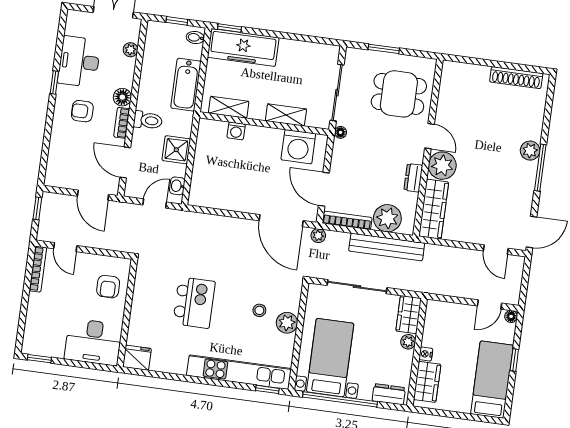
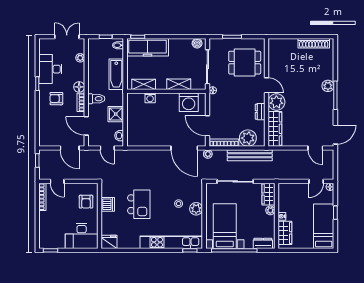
boiler: (325, 52) -> (197, 43), added
door: (155, 203) -> (107, 148), swing flipped
dishwasher: (143, 296) -> (108, 204), added

